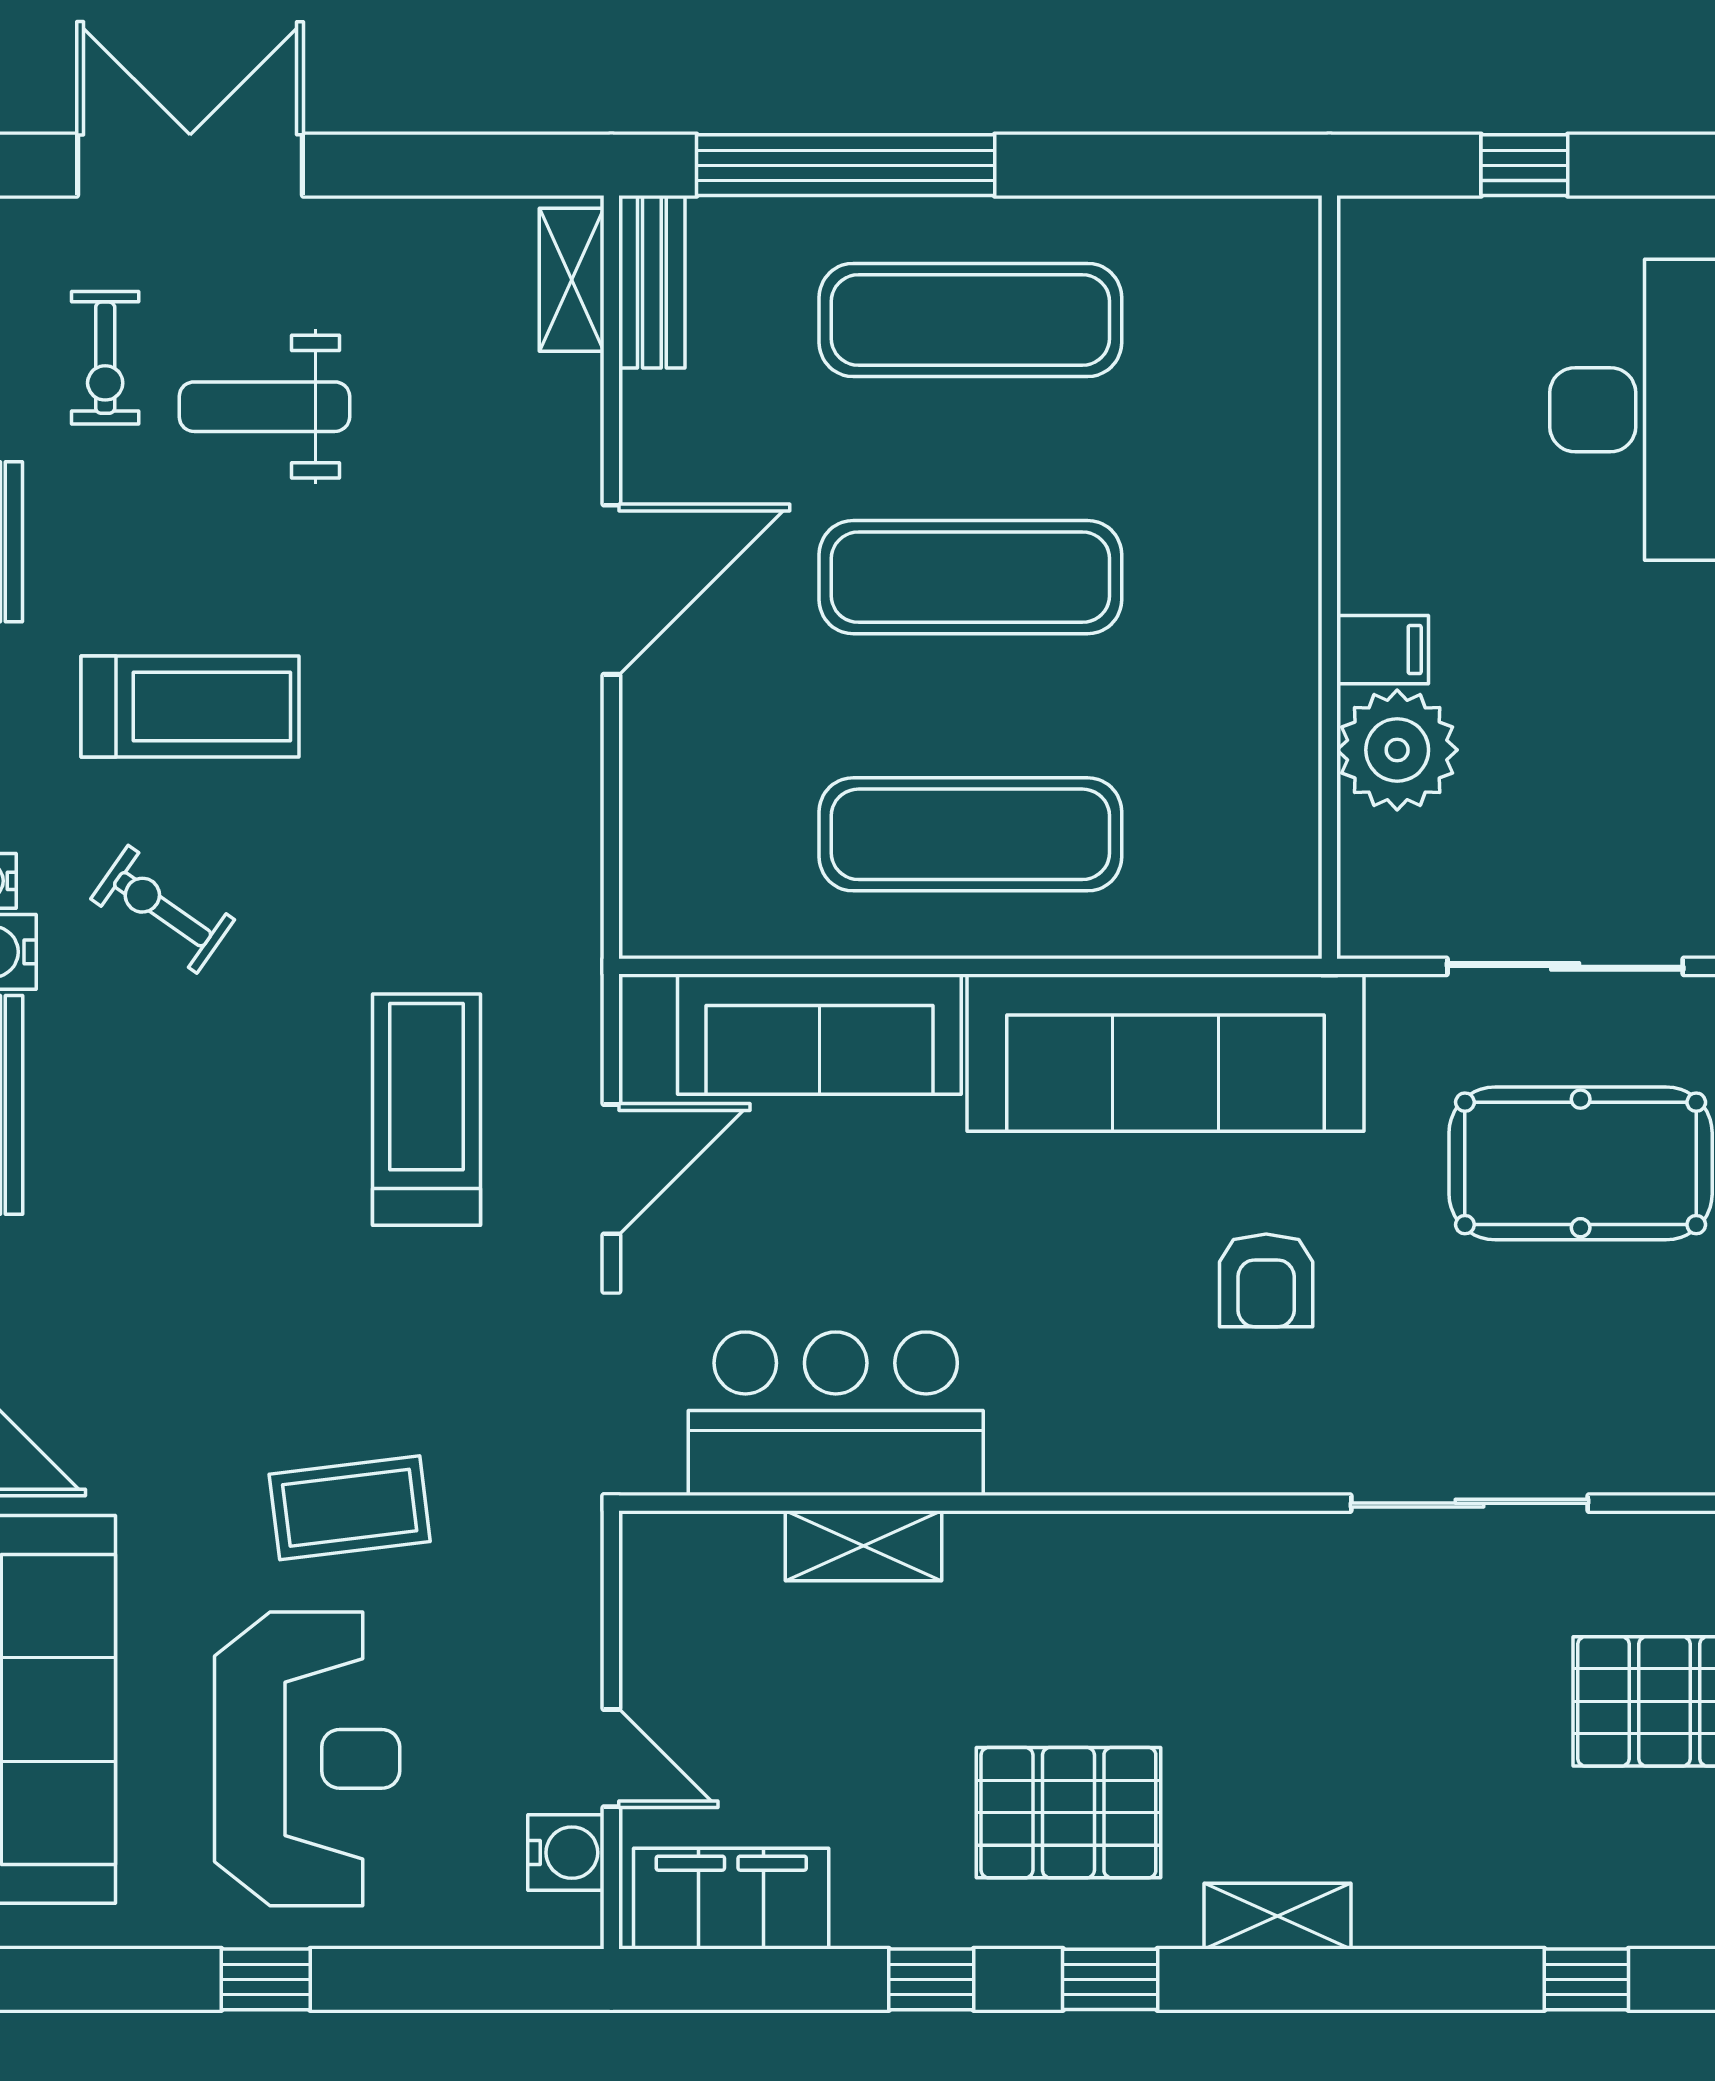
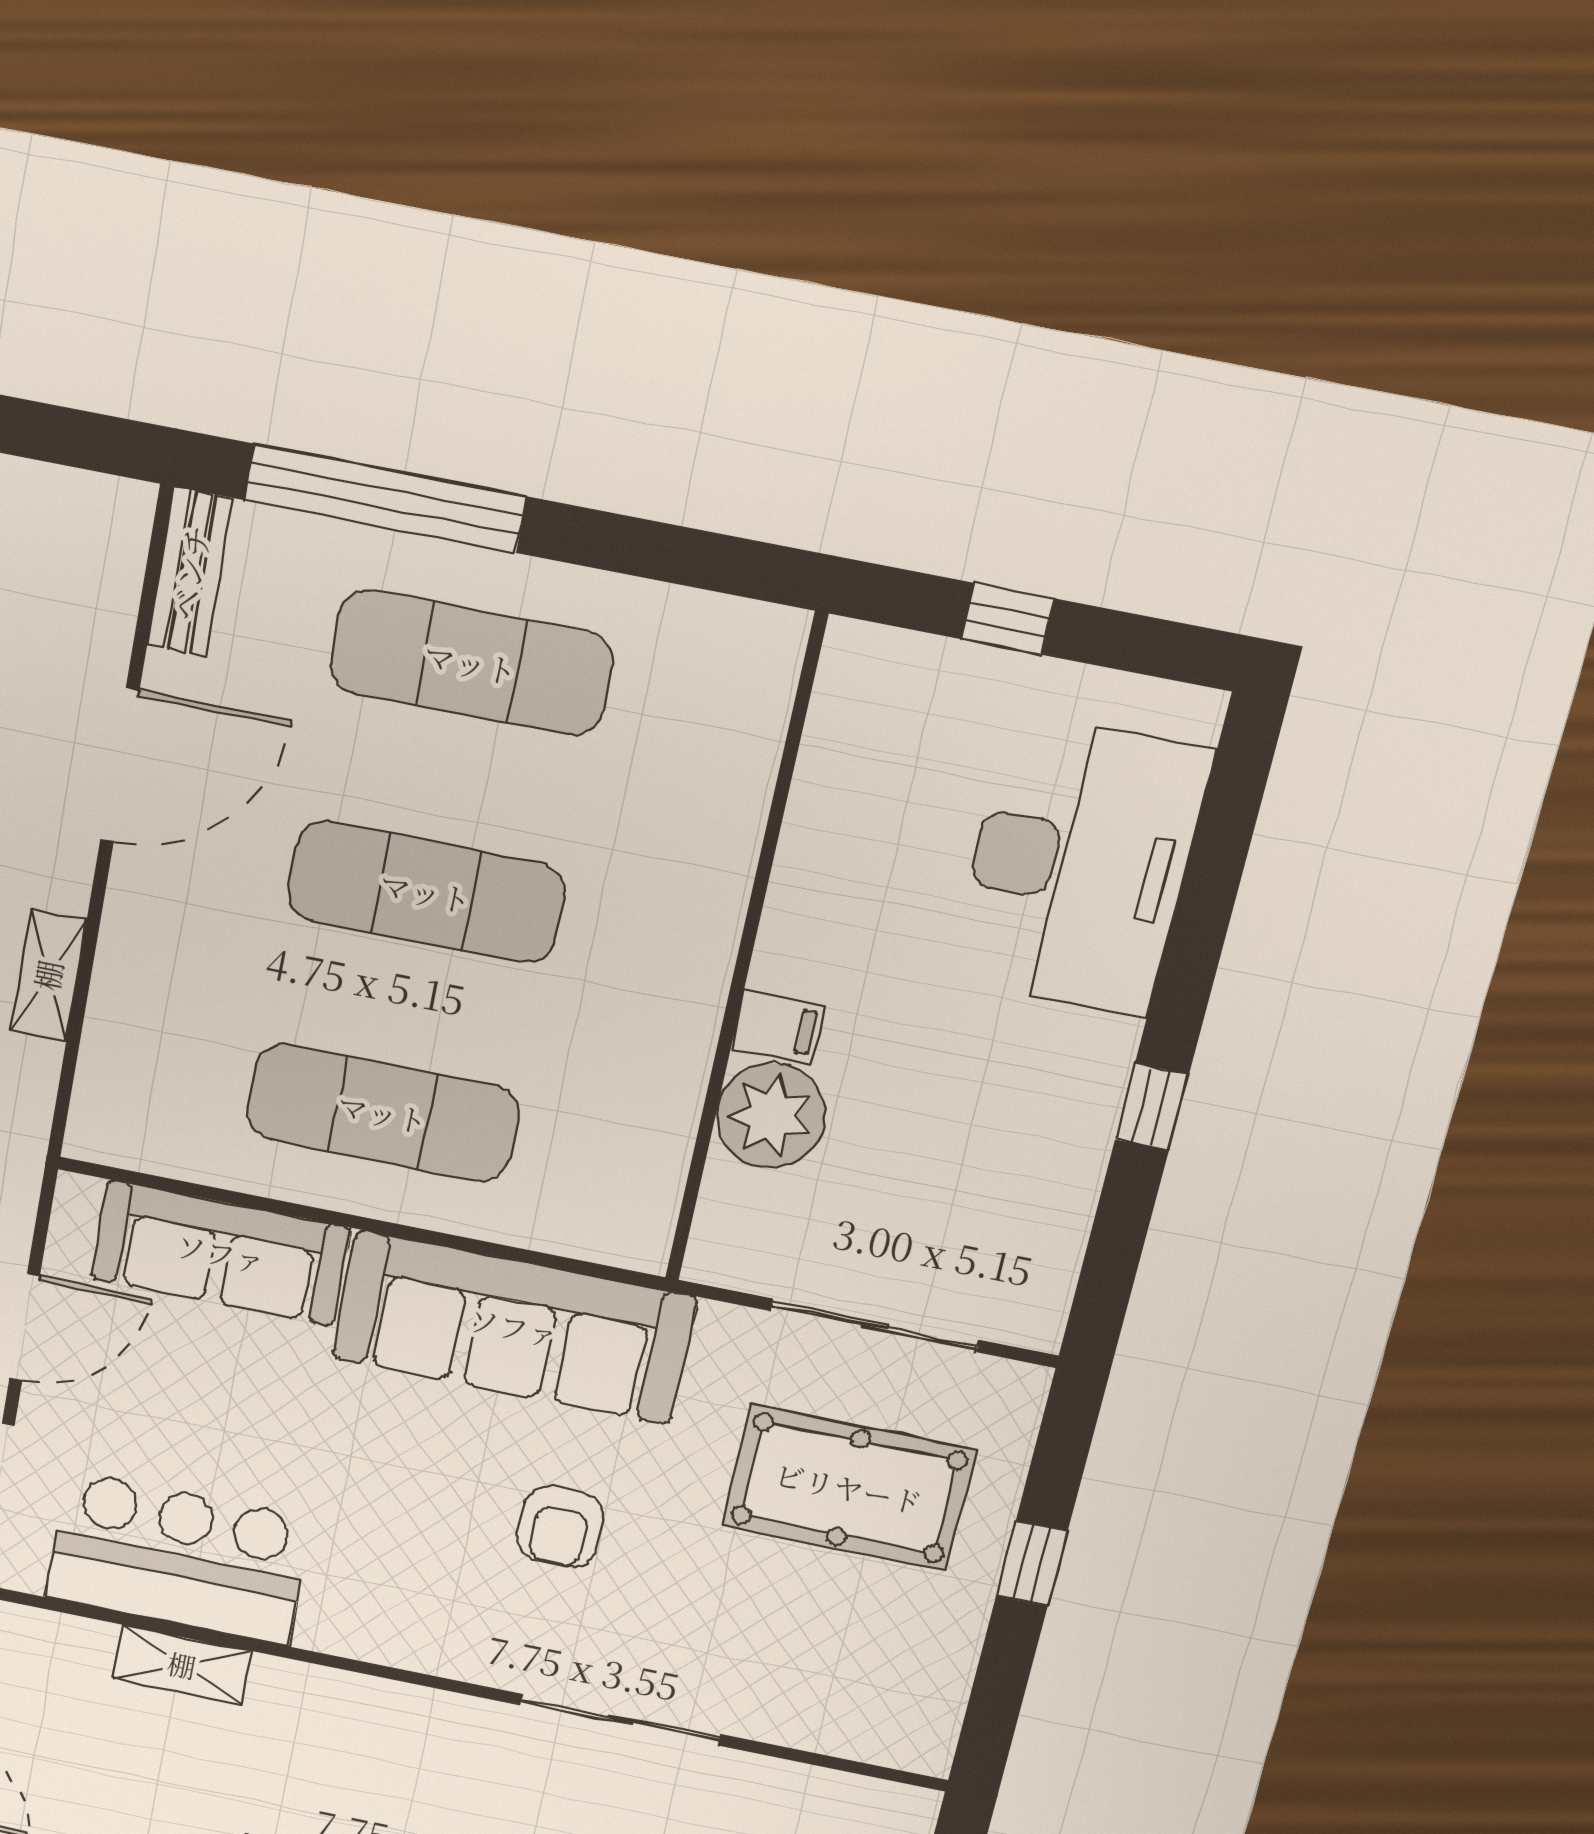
shelving: (572, 280) -> (48, 975), moved
door: (611, 590) -> (120, 765), moved
sliding door: (1470, 1503) -> (621, 1720), moved

